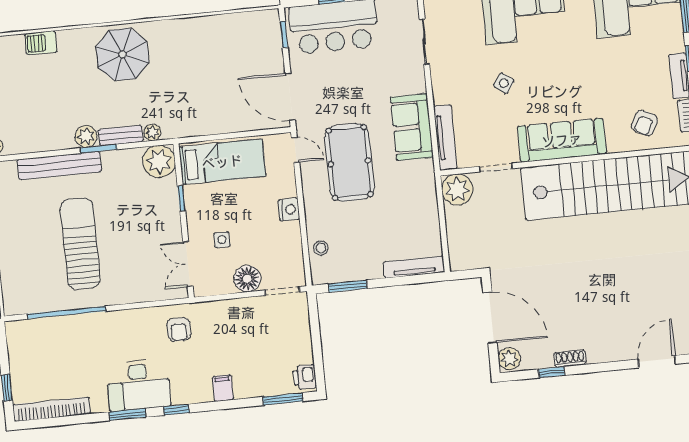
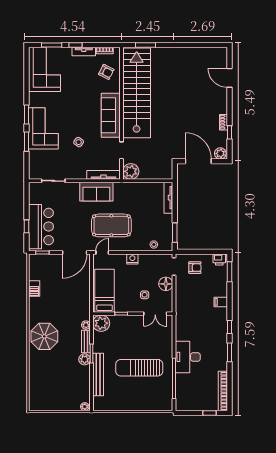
barbecue: (41, 43) -> (34, 289), moved
door: (490, 318) -> (198, 161), hinge flipped
armchair: (179, 329) -> (195, 268), moved
desk: (139, 385) -> (188, 357), moved, turned 180

